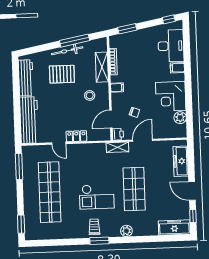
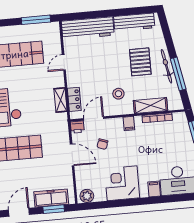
plant: (180, 118) -> (87, 196), moved
door: (111, 119) -> (94, 118), hinge flipped
locker: (76, 136) -> (74, 99), moved
shelving: (117, 147) -> (60, 100), moved
window: (191, 159) -> (54, 209), added

